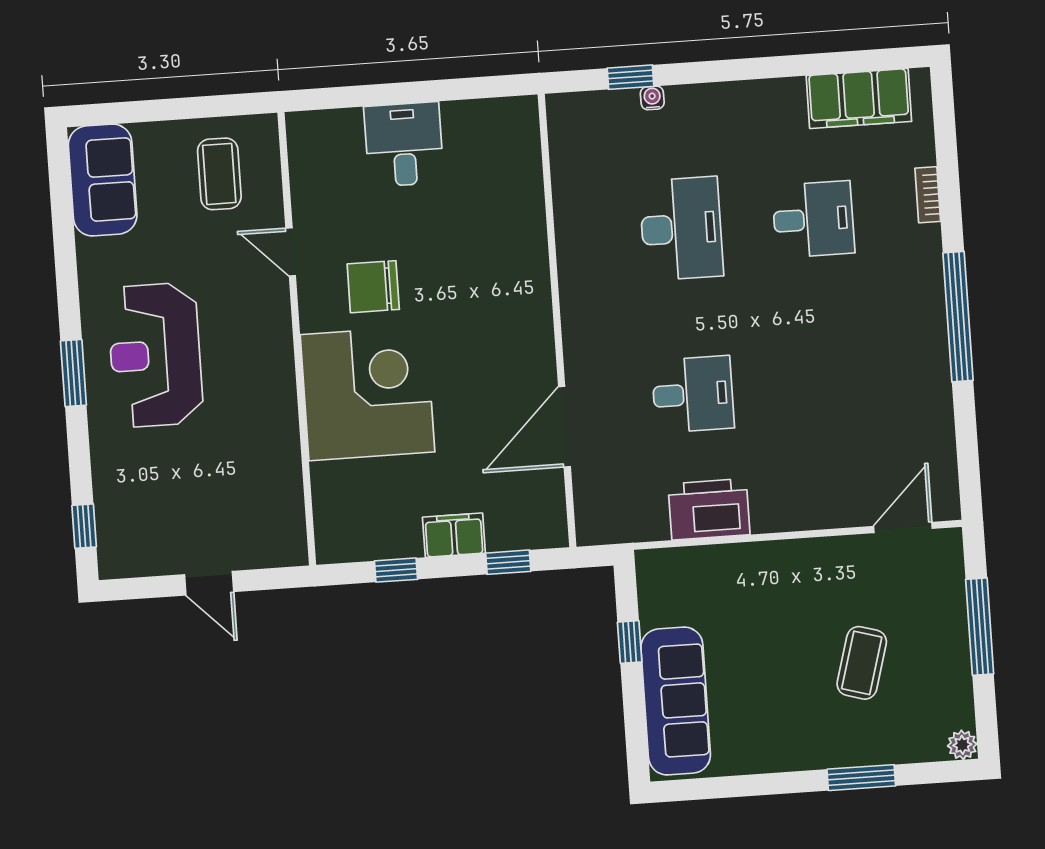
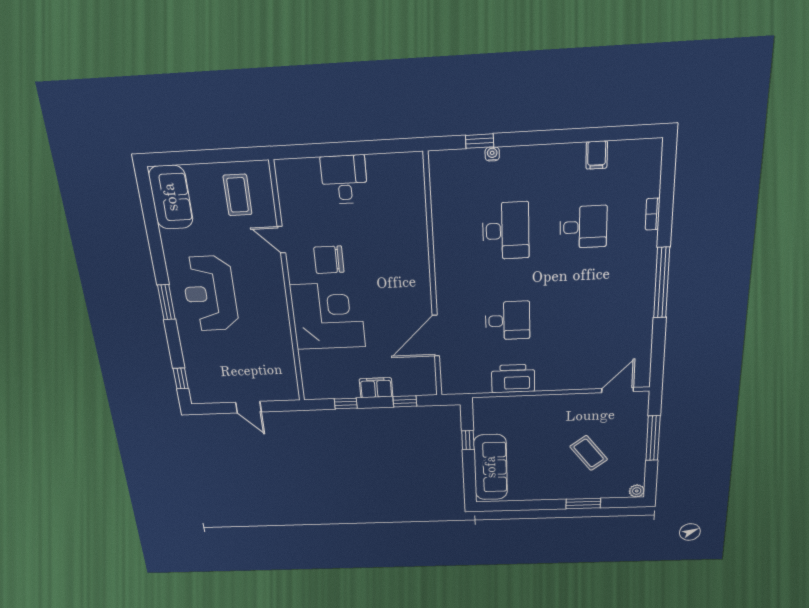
filing cabinet: (859, 99) -> (597, 155), width x0.33, depth x0.86
coffee table: (862, 663) -> (589, 453), turned -53

